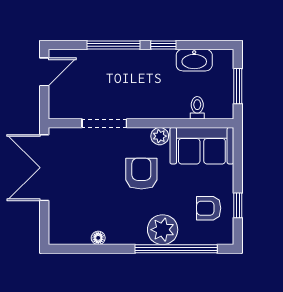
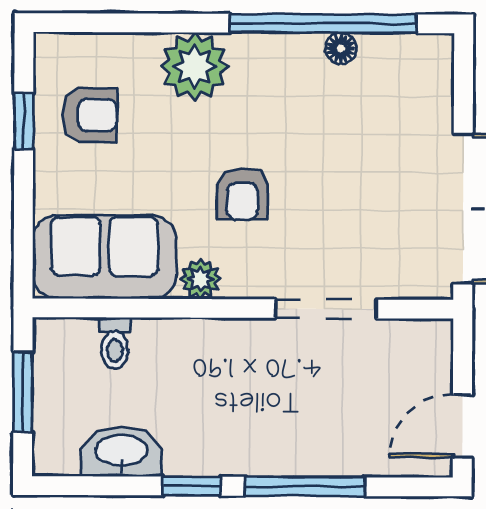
armchair: (141, 174) -> (242, 194), width x0.72, depth x0.72
window: (176, 249) -> (323, 23), moved

